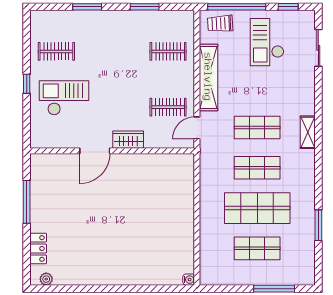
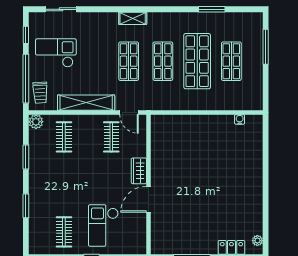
plant: (186, 19) -> (36, 122), added
checkout: (267, 42) -> (56, 53), turned 180
door: (95, 151) -> (149, 199), swing flipped
water cooler: (189, 280) -> (240, 119), moved

